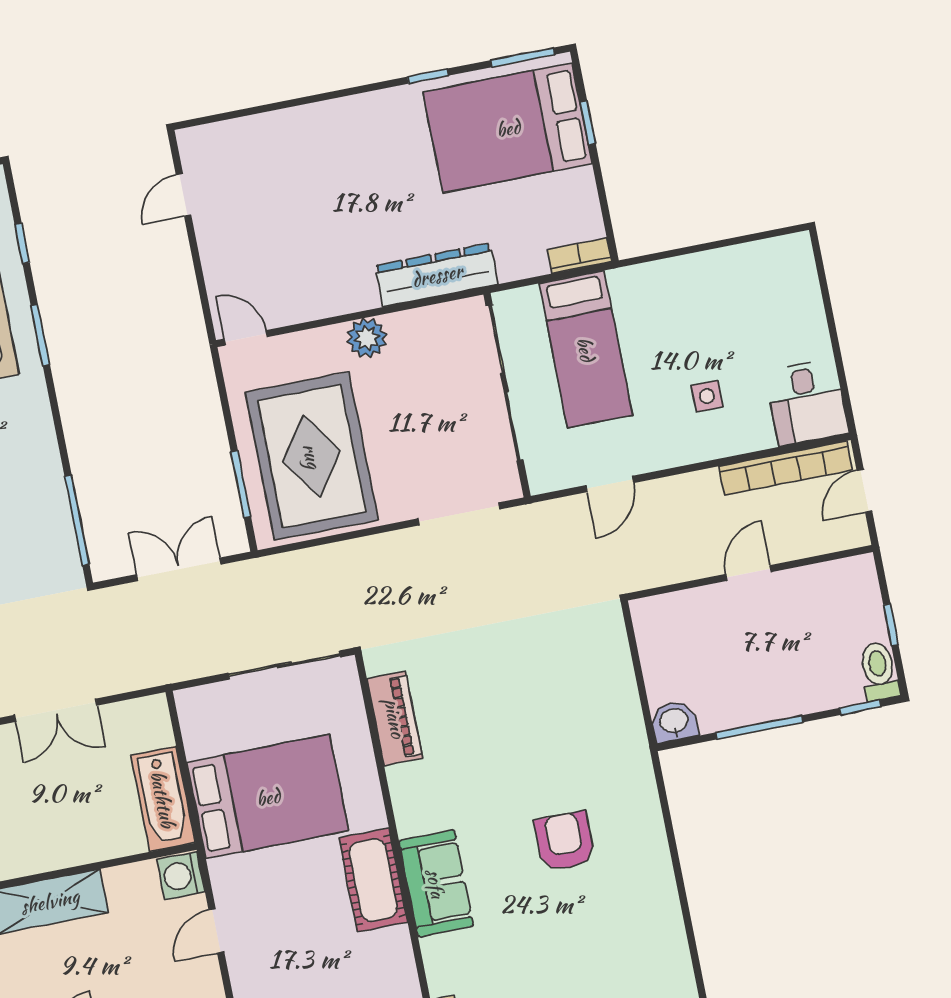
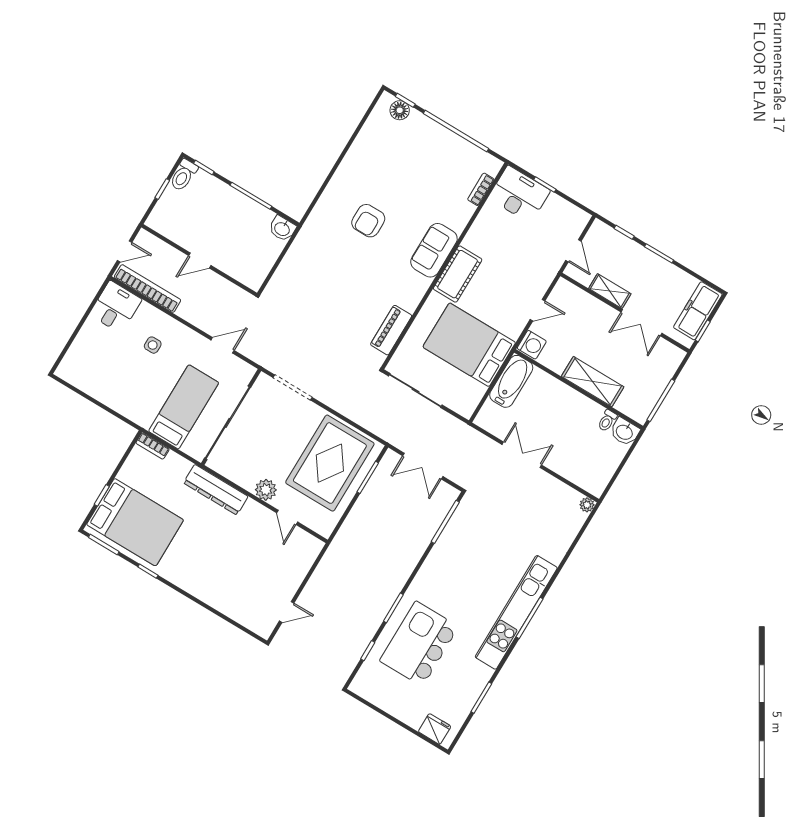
door: (246, 338) -> (287, 517), moved

